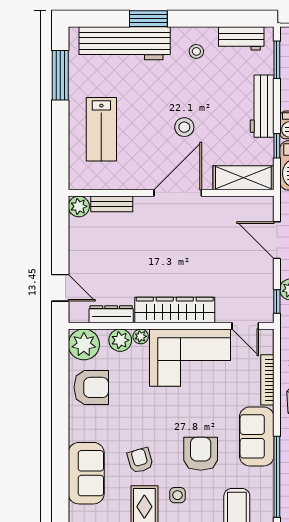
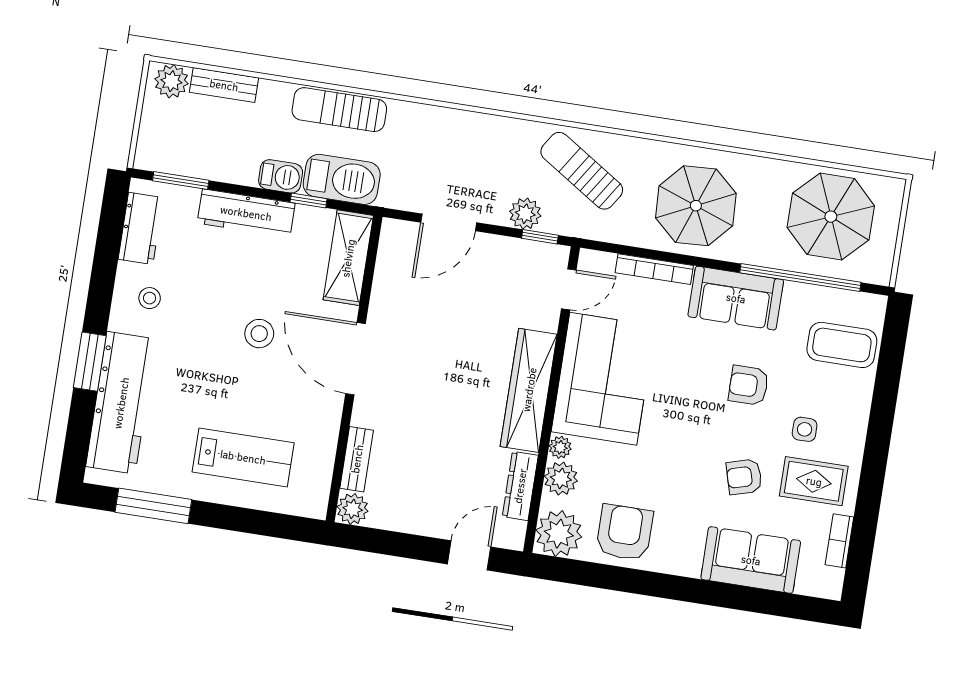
armchair: (201, 454) -> (749, 385), width x0.72, depth x0.72

